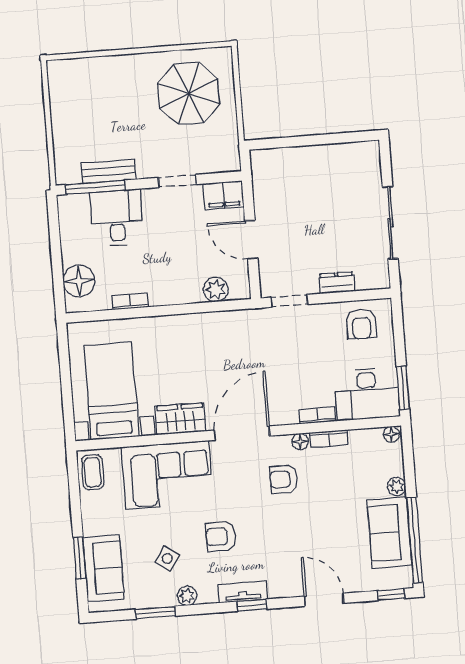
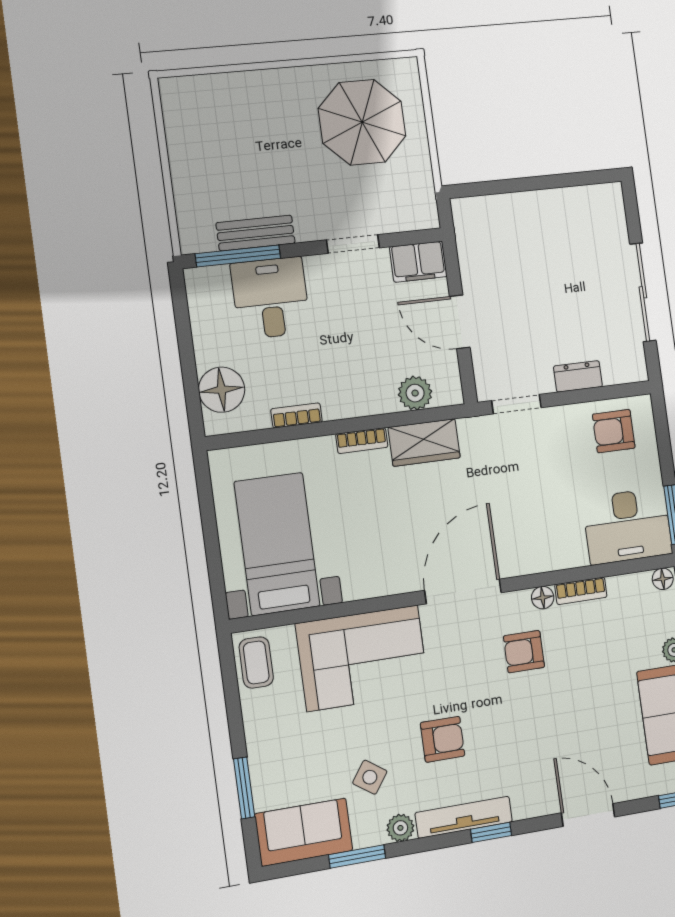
armchair: (361, 324) -> (614, 431), turned 90
bookcase: (317, 415) -> (362, 441), moved, turned 180
wardrobe: (180, 419) -> (424, 442), moved, turned 180
armchair: (221, 536) -> (443, 739), turned 180
sofa: (104, 568) -> (304, 832), moved, turned -90
tv unit: (243, 592) -> (464, 817), width x1.41

